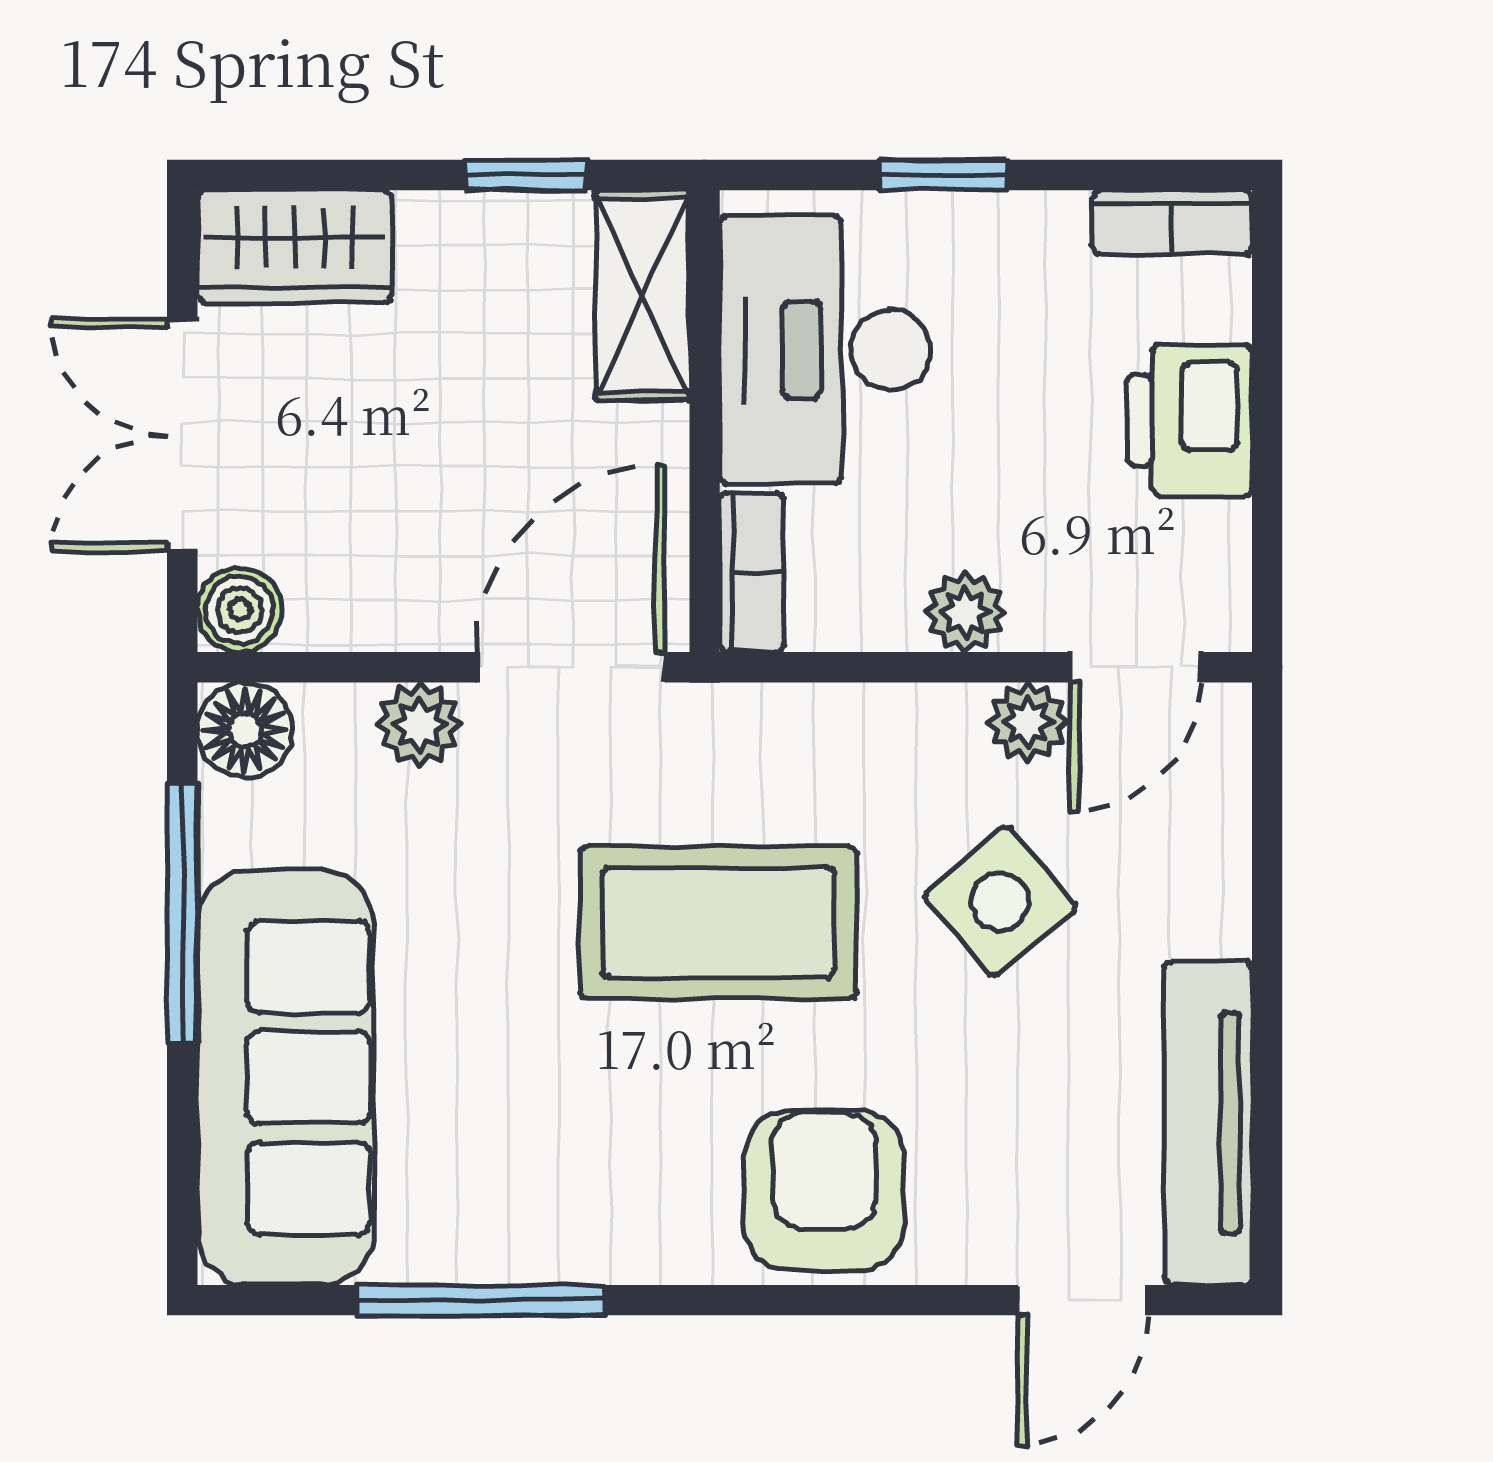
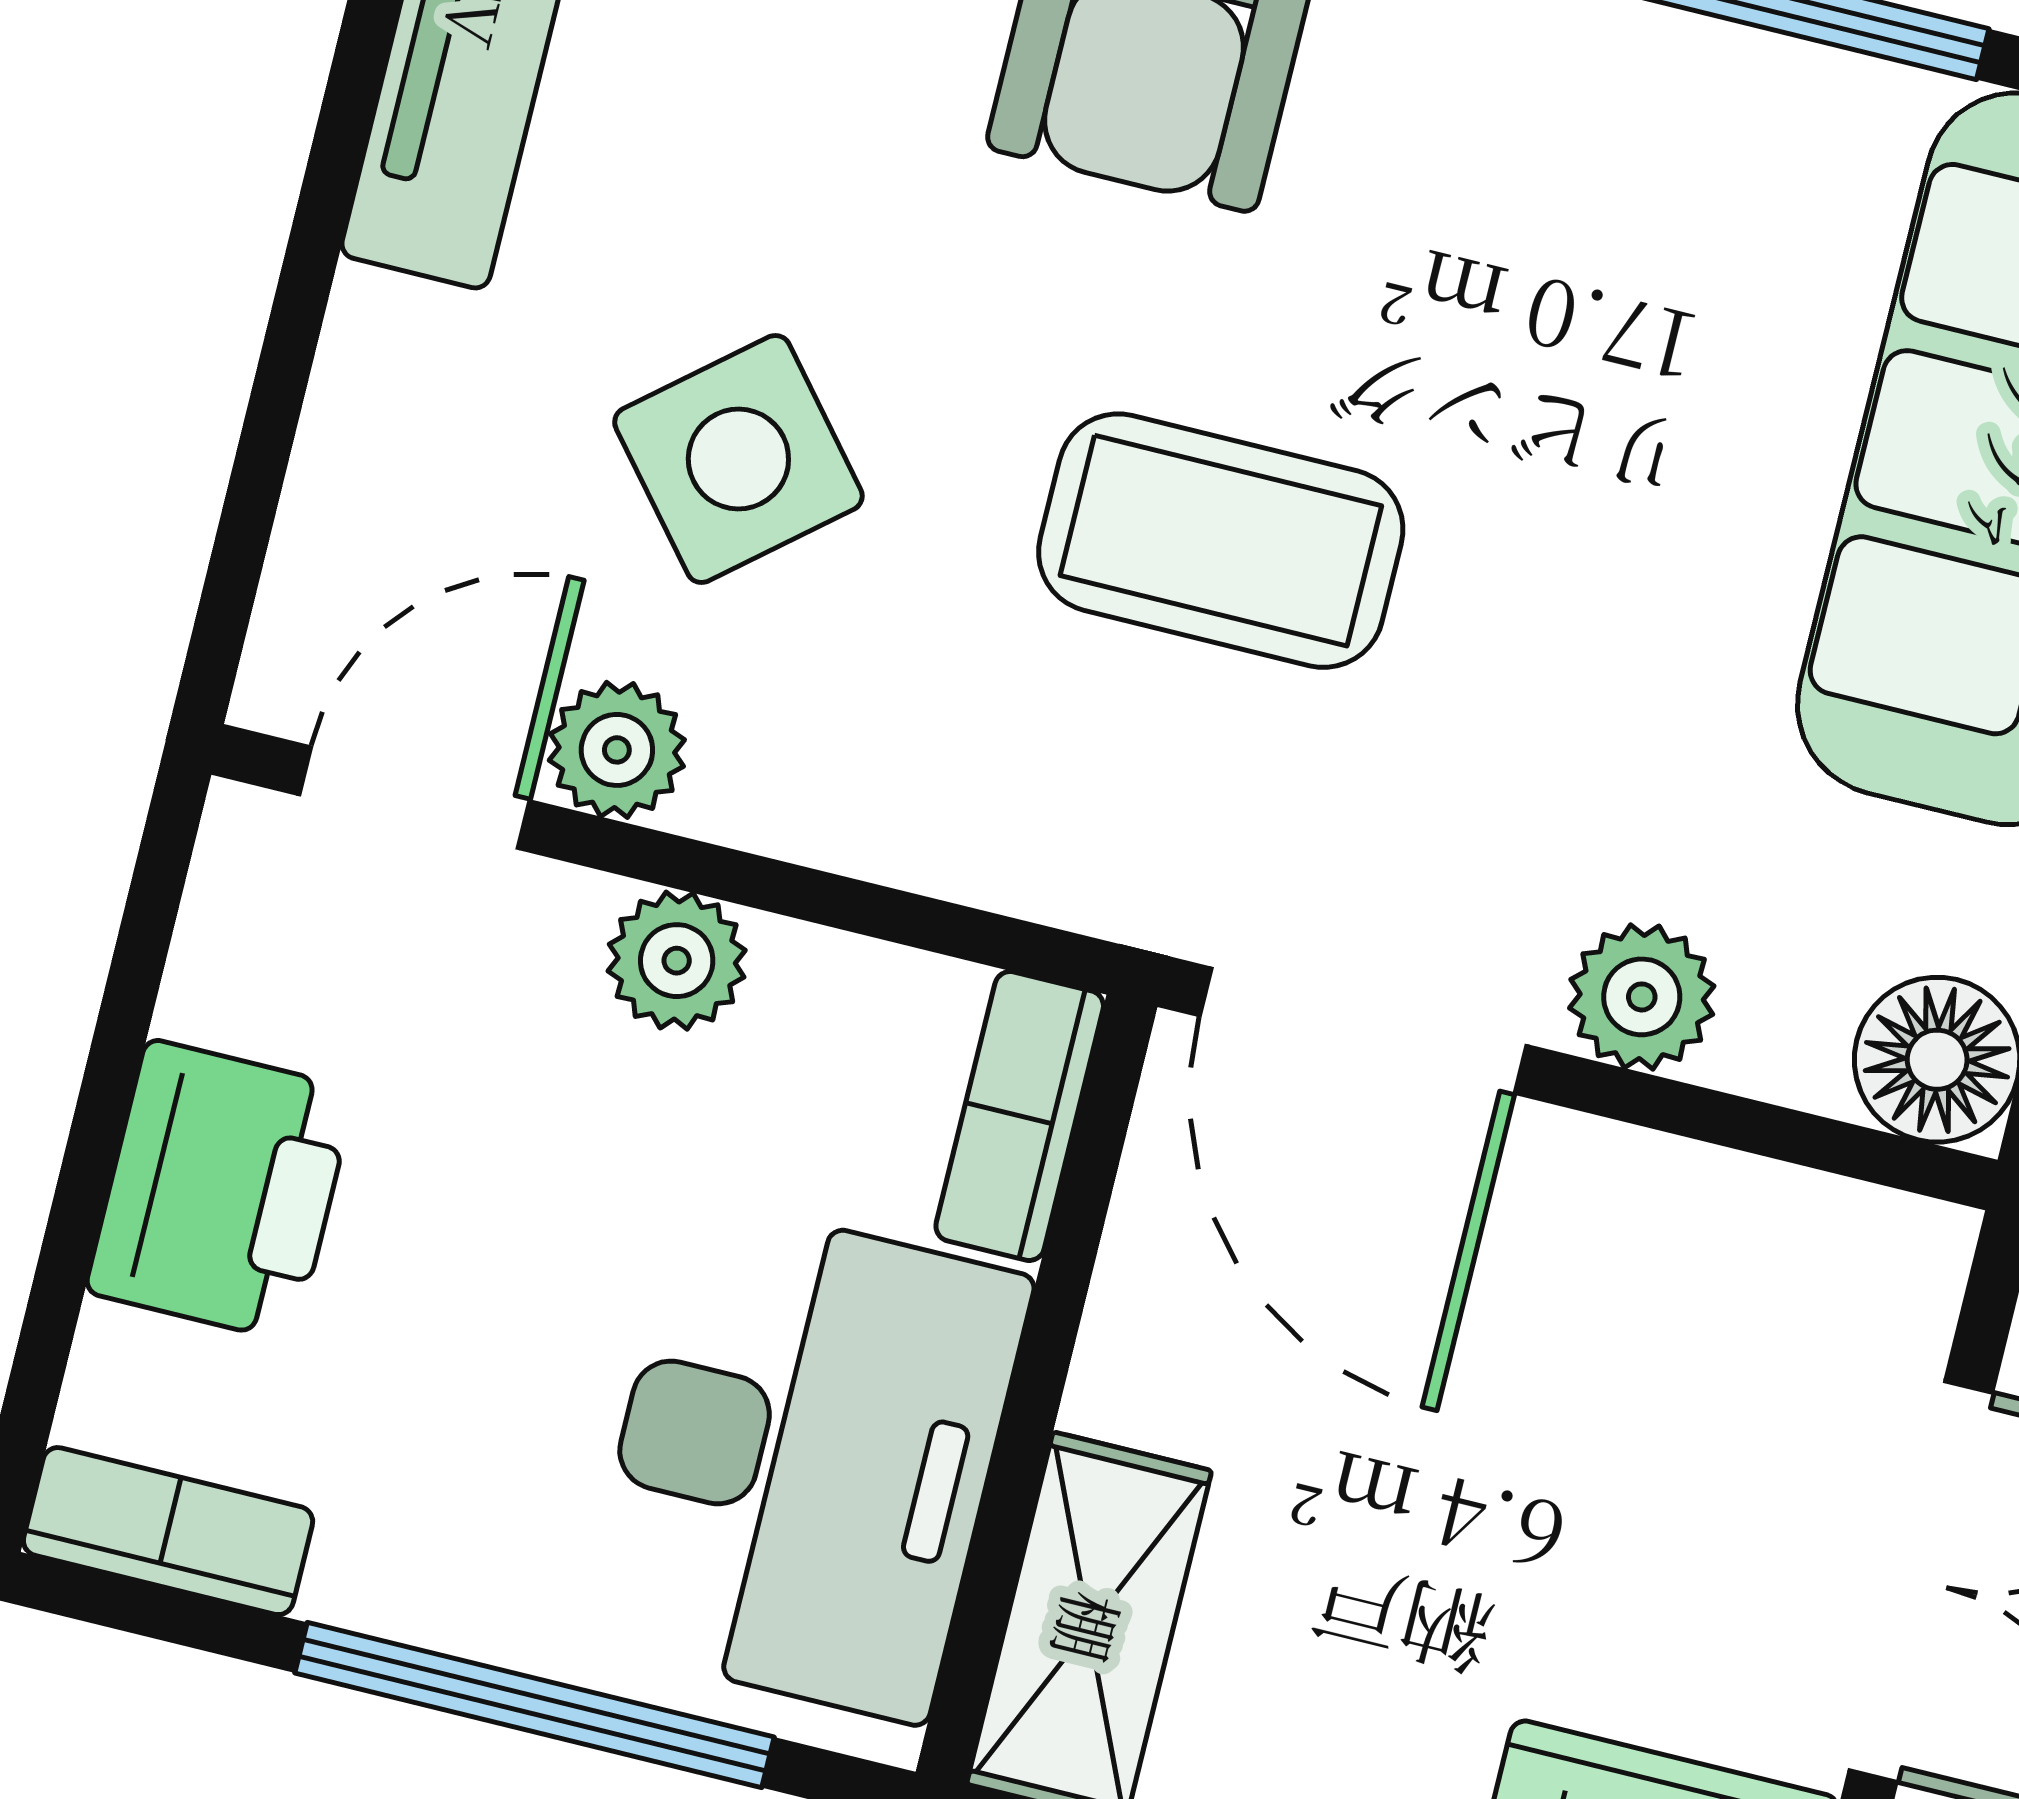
window: (943, 175) -> (534, 1705), width x2.17
boiler: (240, 610) -> (1897, 1264), removed
door: (571, 667) -> (1363, 1031), hinge flipped
coffee table: (718, 922) -> (1221, 541), width x0.73, depth x0.76

